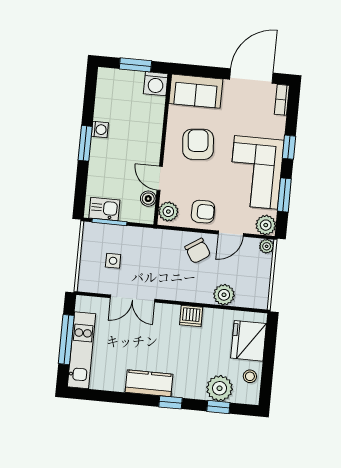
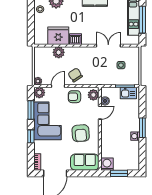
door: (160, 178) -> (100, 113), hinge flipped
fridge: (249, 341) -> (58, 36), moved, turned -90

